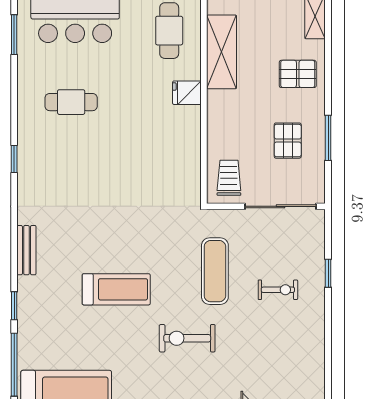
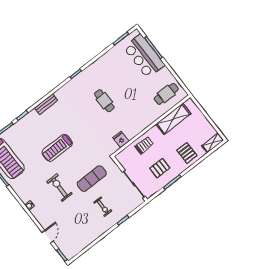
fridge: (187, 93) -> (121, 139), moved
cafe table: (71, 102) -> (104, 101), moved
trolley: (229, 178) -> (144, 145), moved
treadmill: (116, 289) -> (57, 148), turned 90

